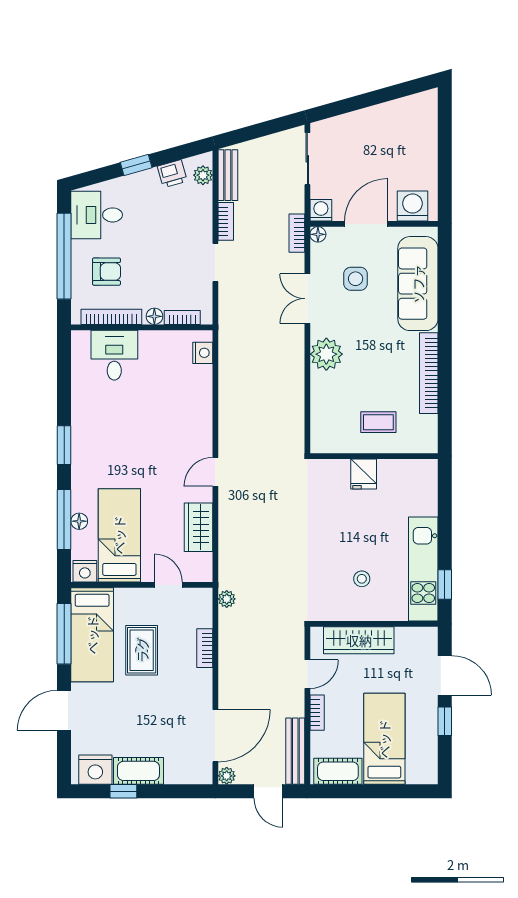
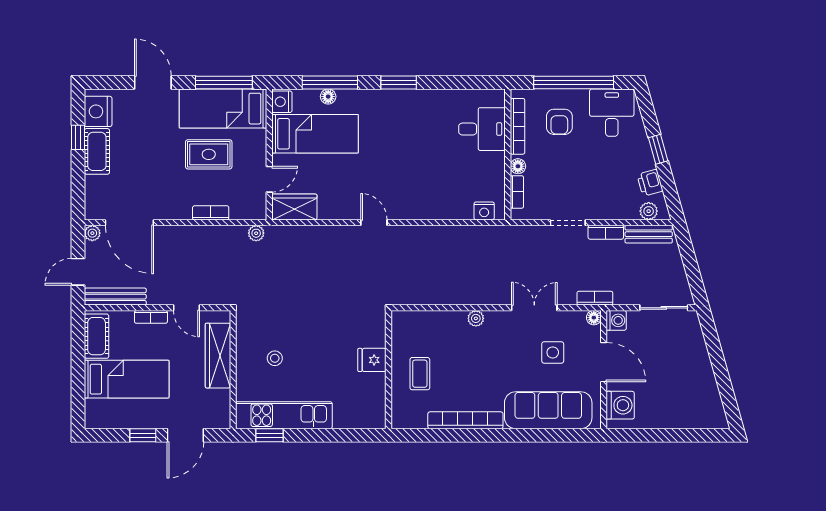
plant: (326, 354) -> (476, 318), width x0.53, depth x0.53
wardrobe: (198, 527) -> (294, 207), moved

